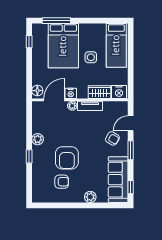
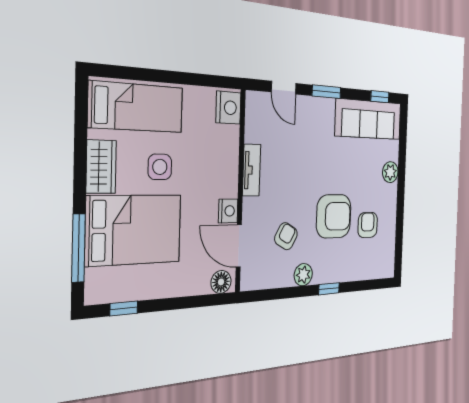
wardrobe: (100, 92) -> (101, 167), moved, turned 180
plant: (72, 106) -> (250, 207), removed
armchair: (112, 138) -> (286, 236), moved

